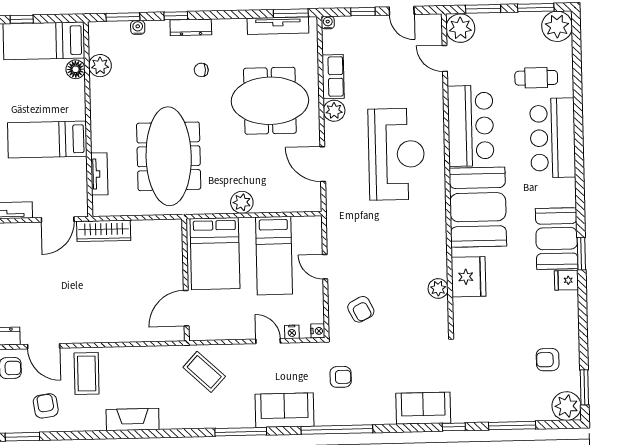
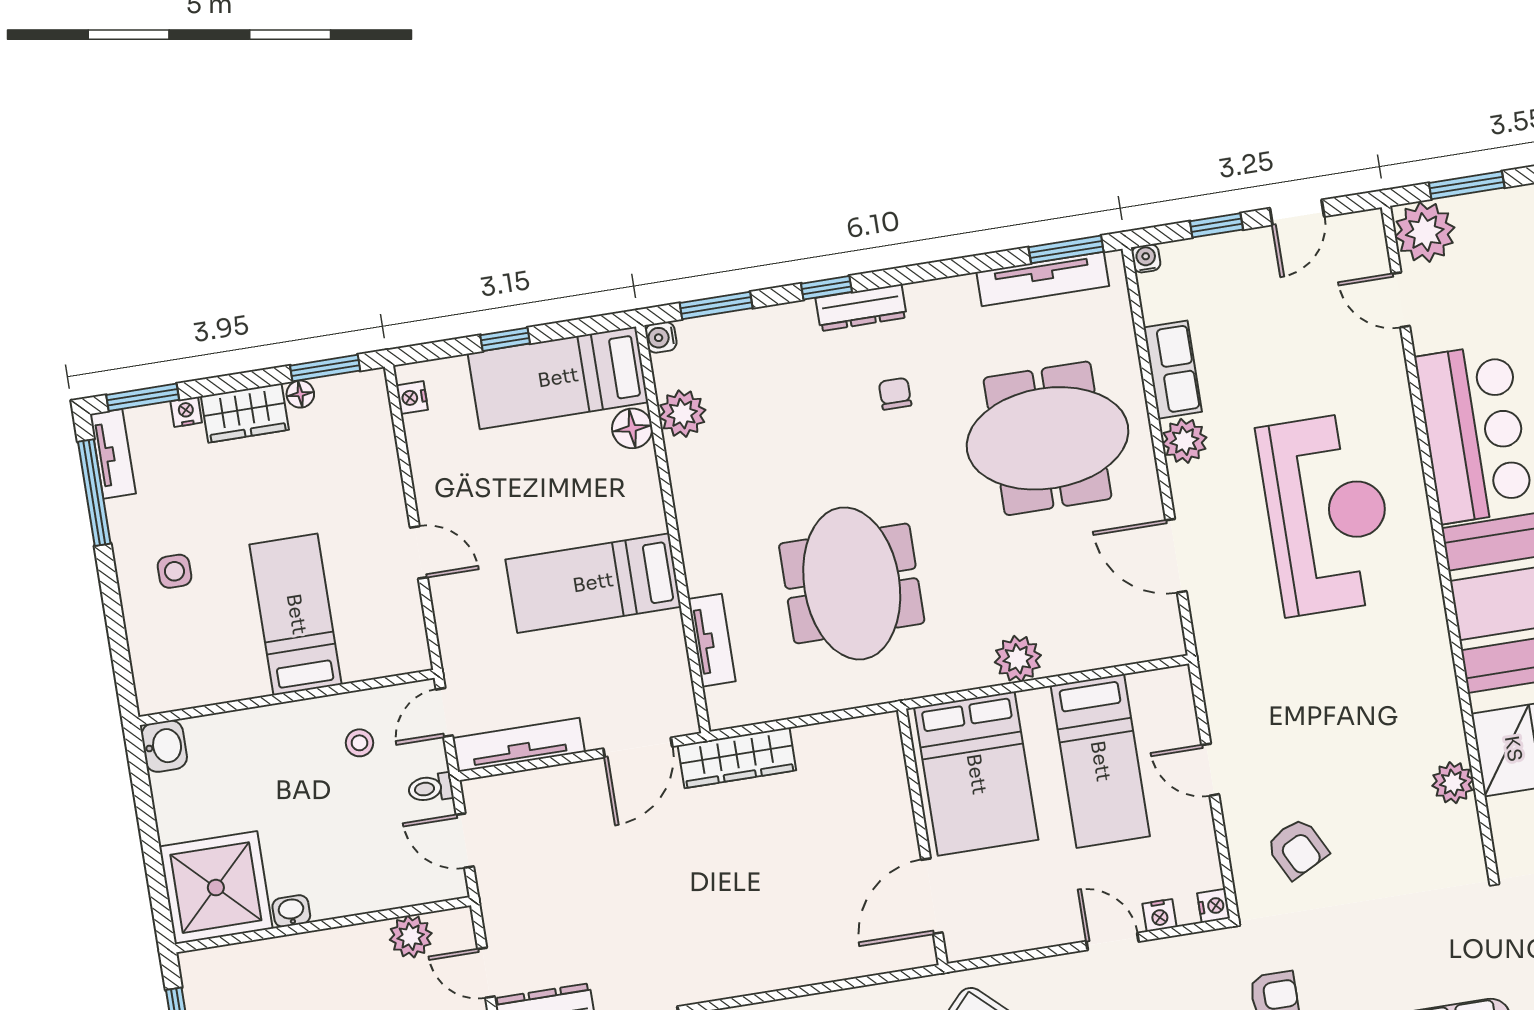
door: (402, 11) -> (1297, 212), hinge flipped
water cooler: (138, 27) -> (661, 337), moved, turned -90
chair: (201, 70) -> (895, 394), turned 90
meeting table: (169, 156) -> (852, 583), width x0.73

